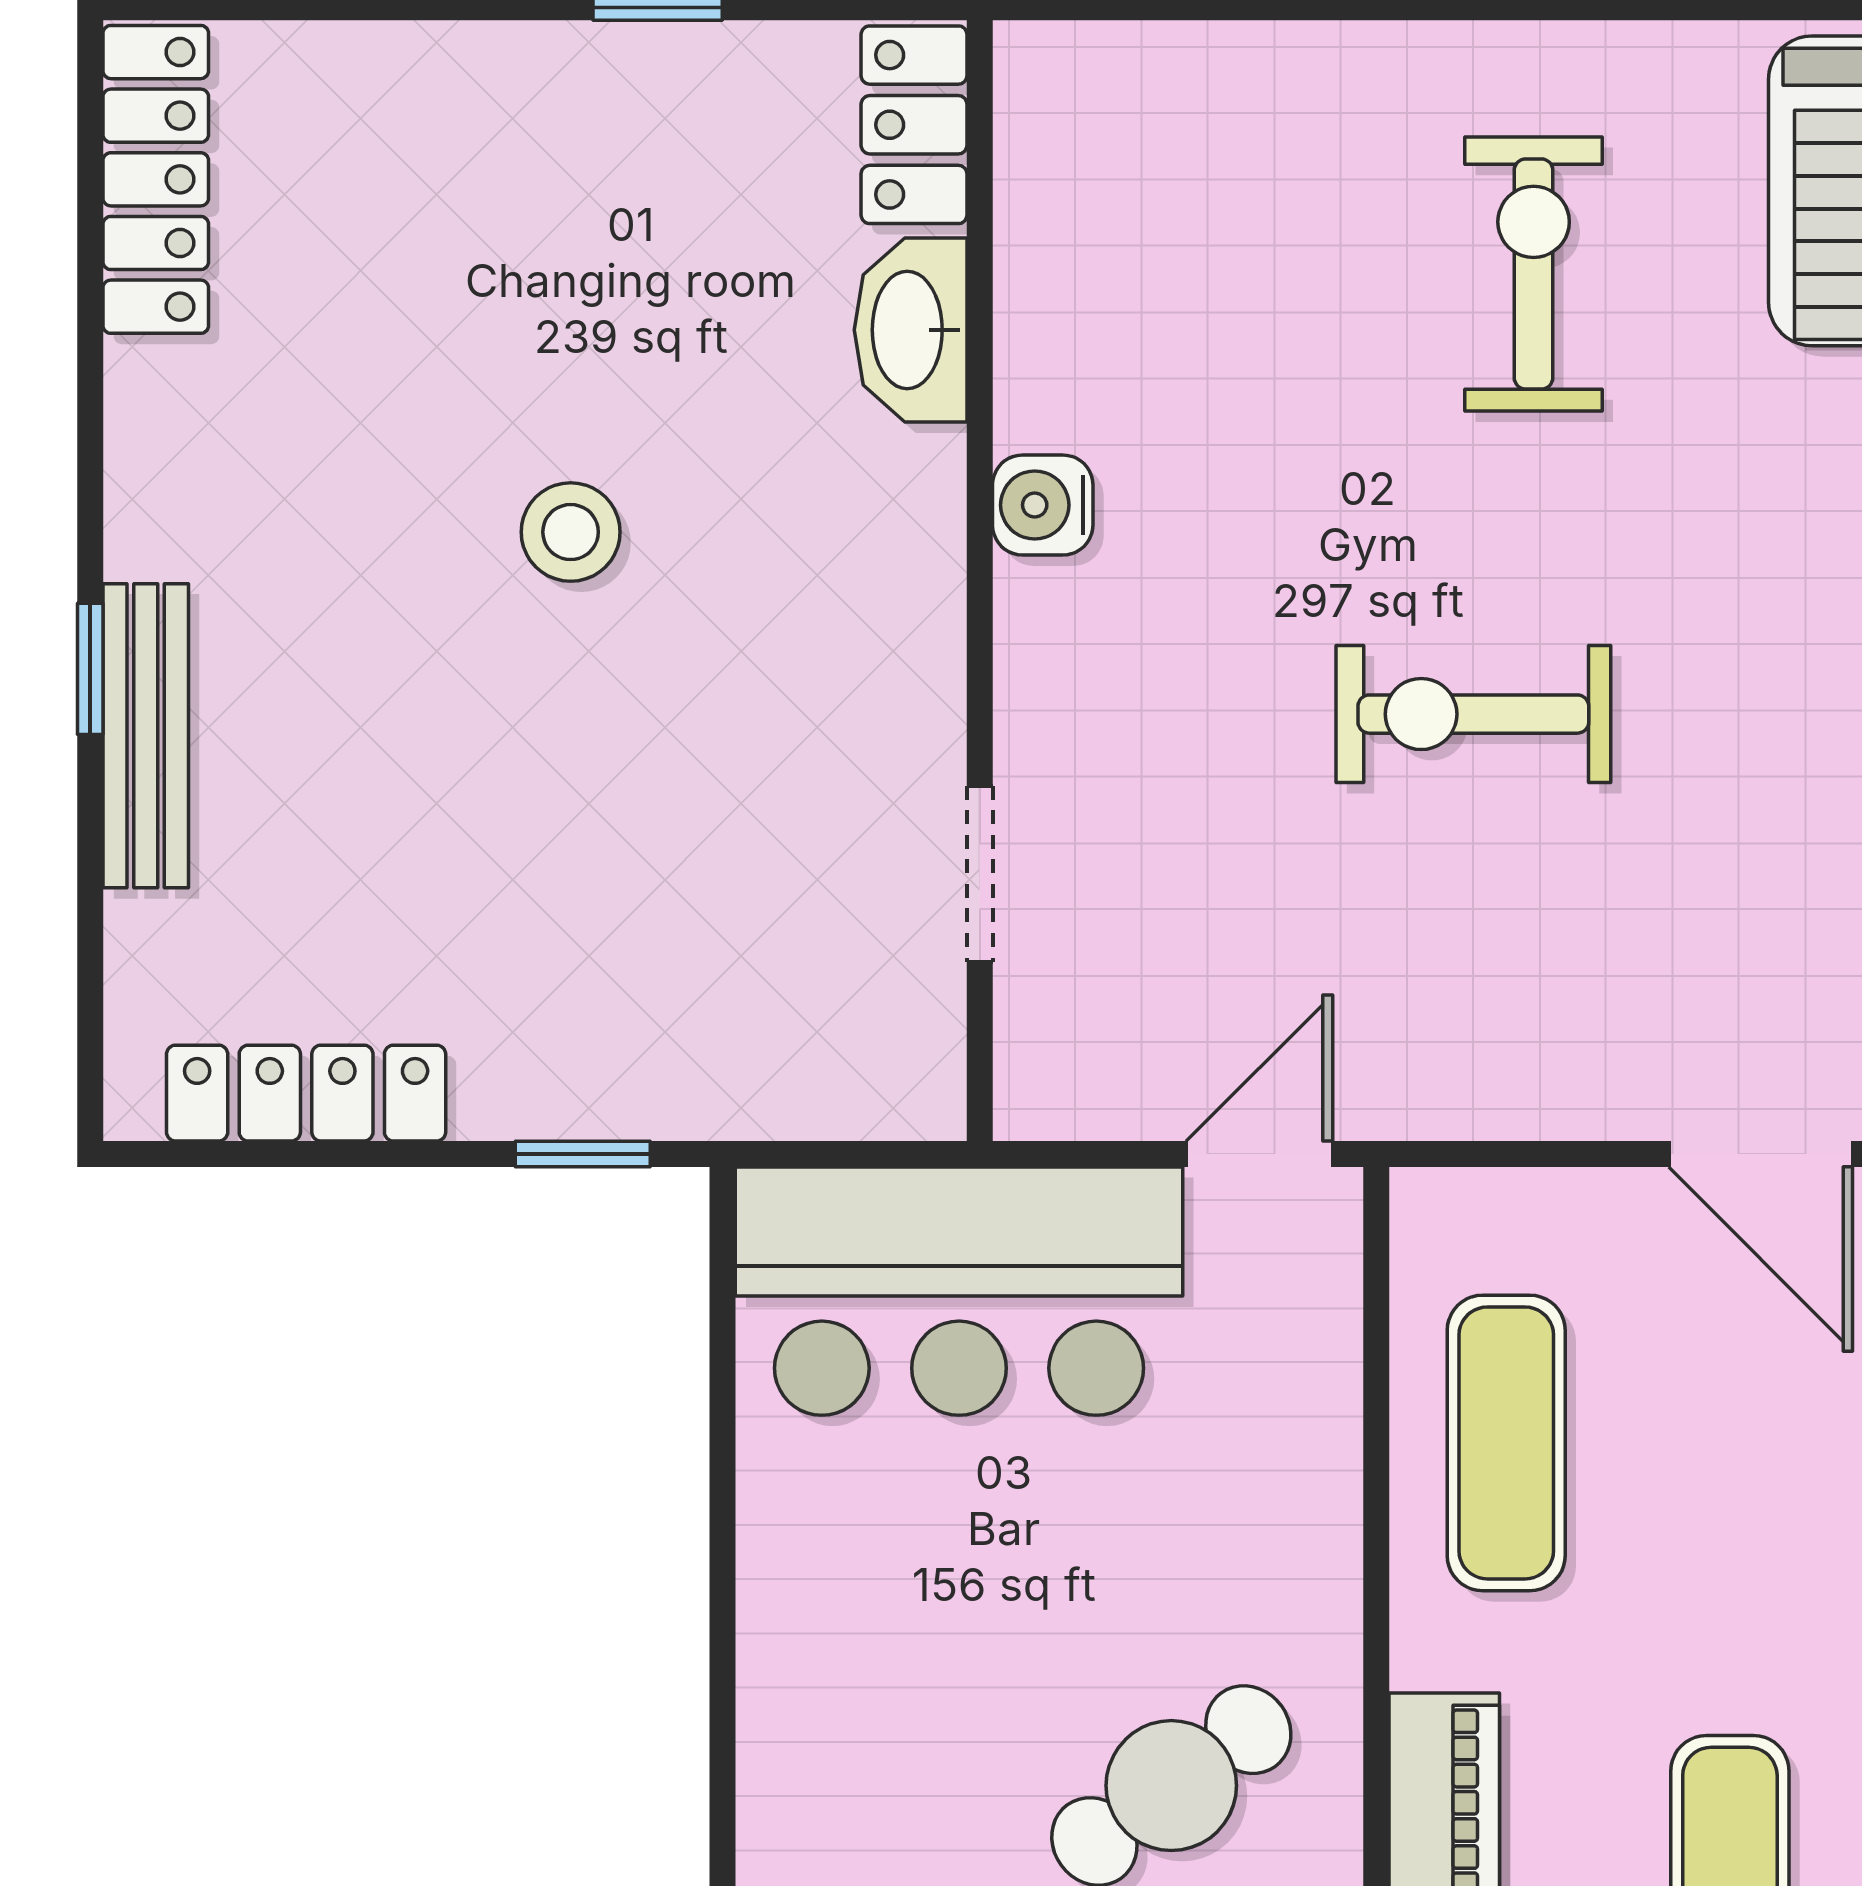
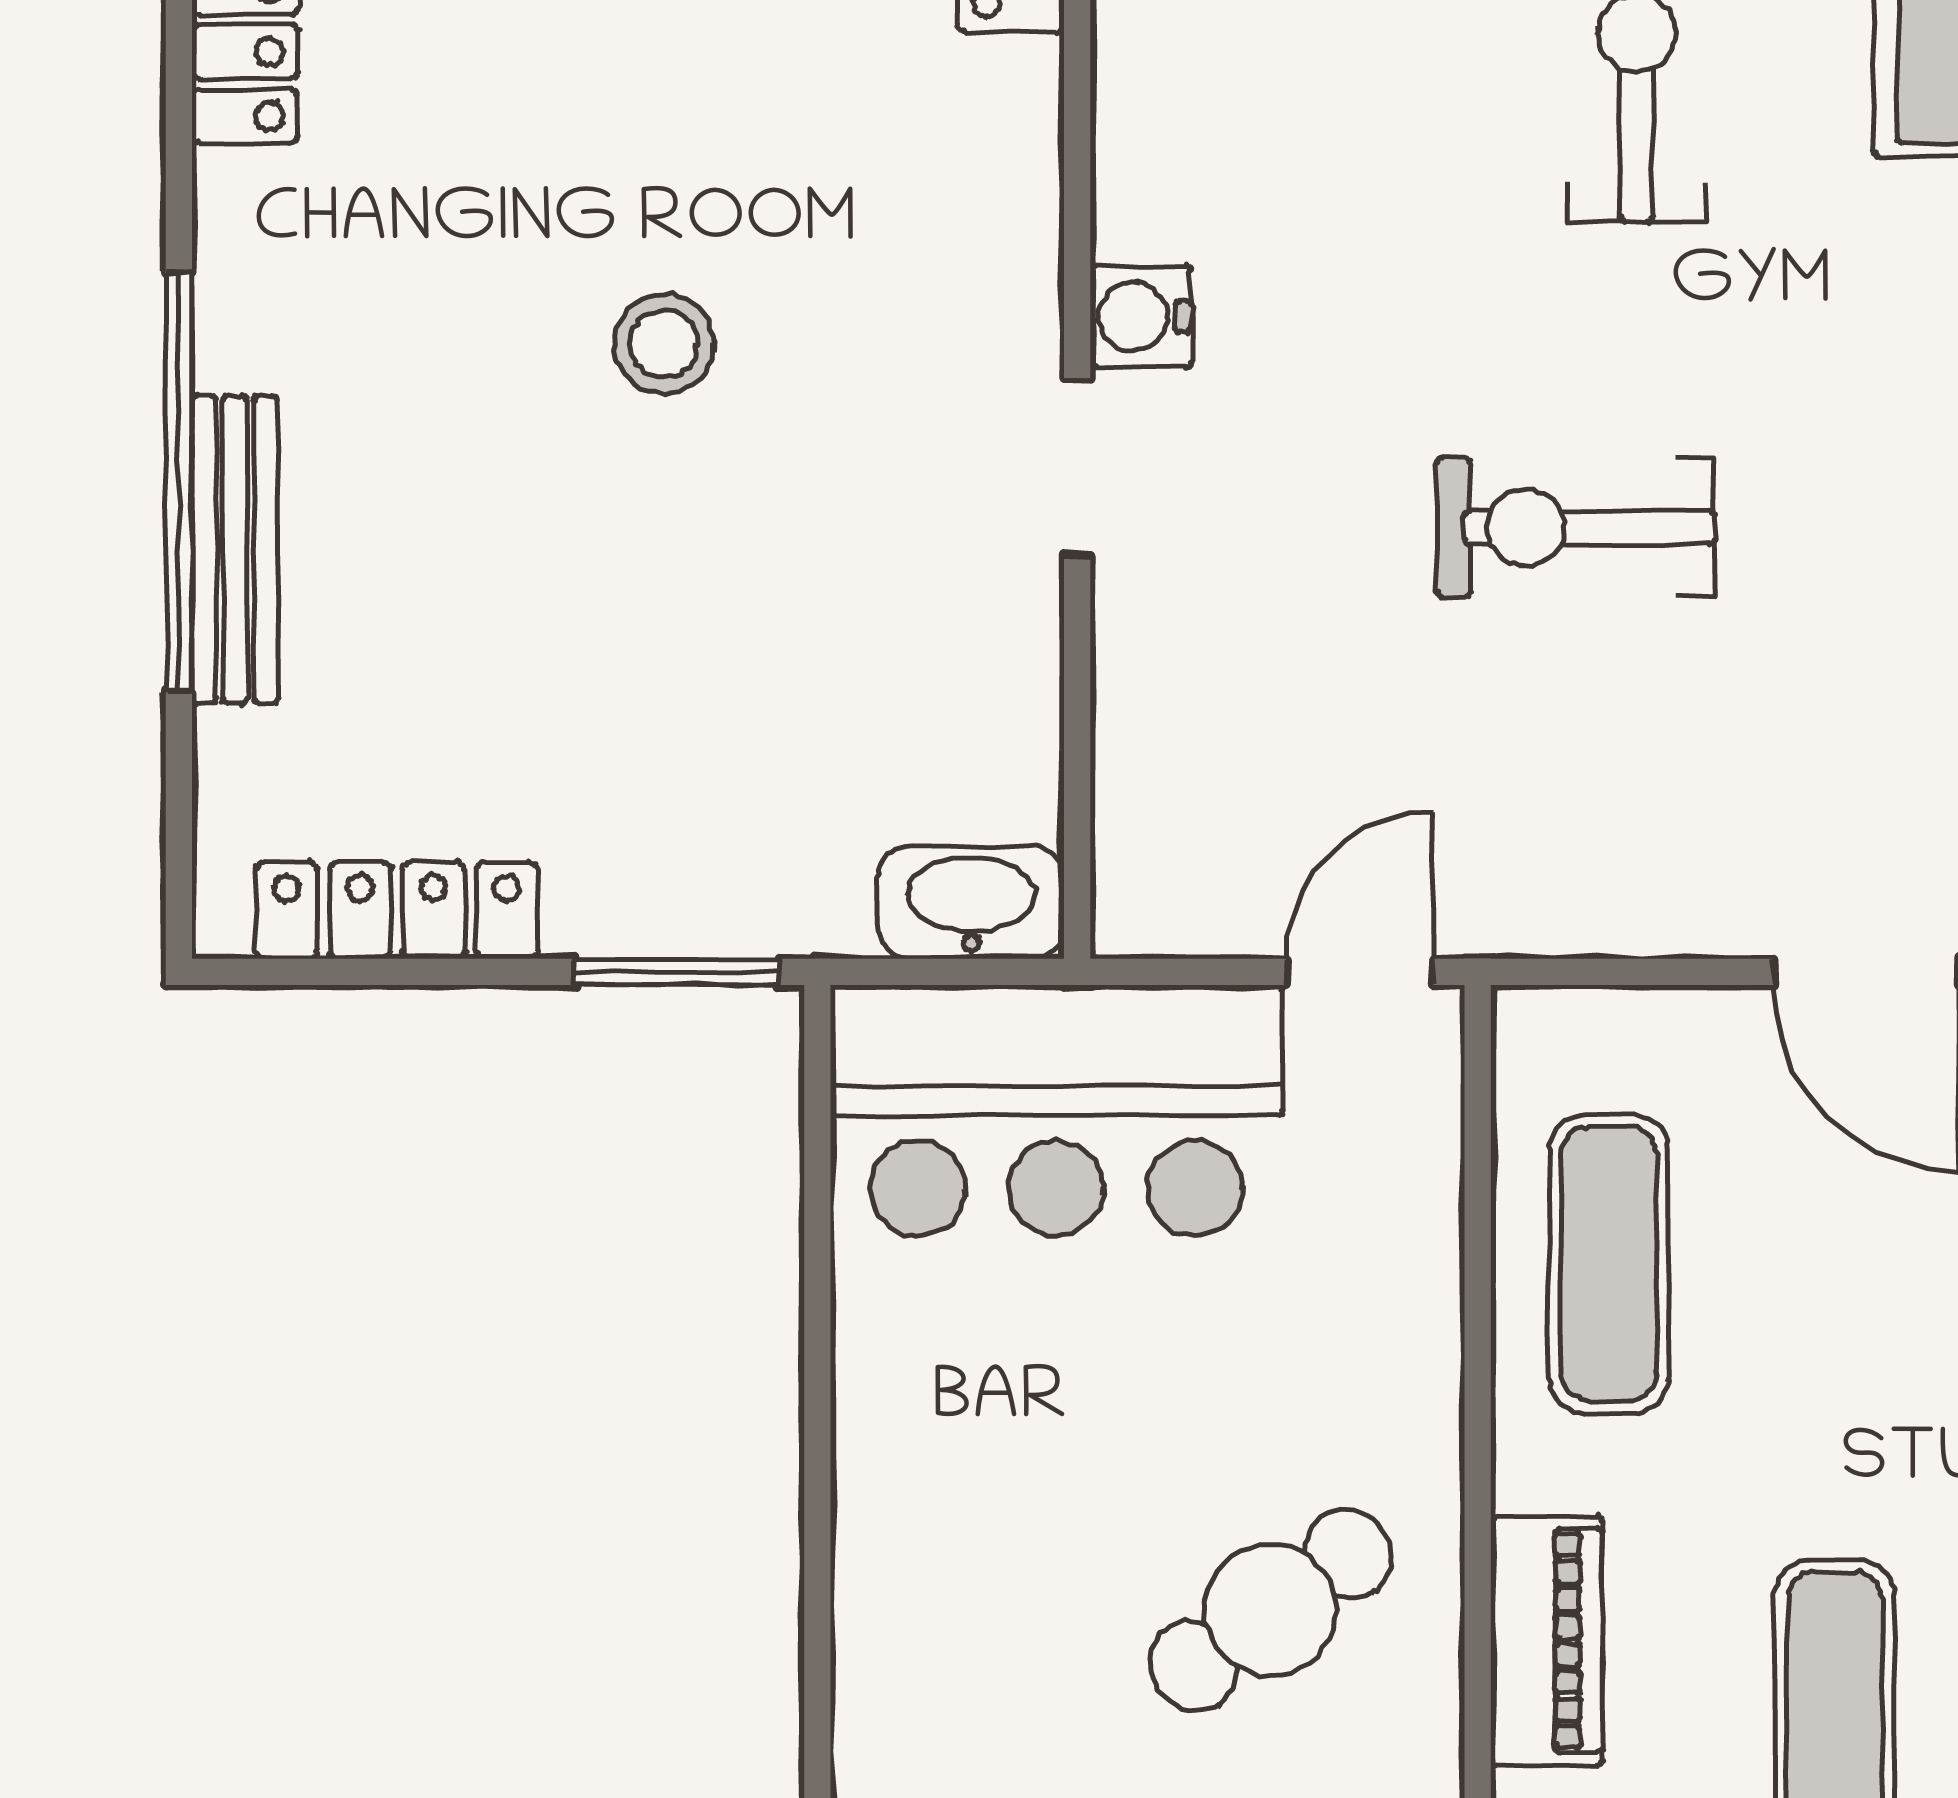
washbasin: (911, 330) -> (971, 902), moved, turned 90
window: (90, 669) -> (179, 482), width x3.17
doorway: (980, 874) -> (1077, 467), moved
window: (583, 1154) -> (676, 972), width x1.50

